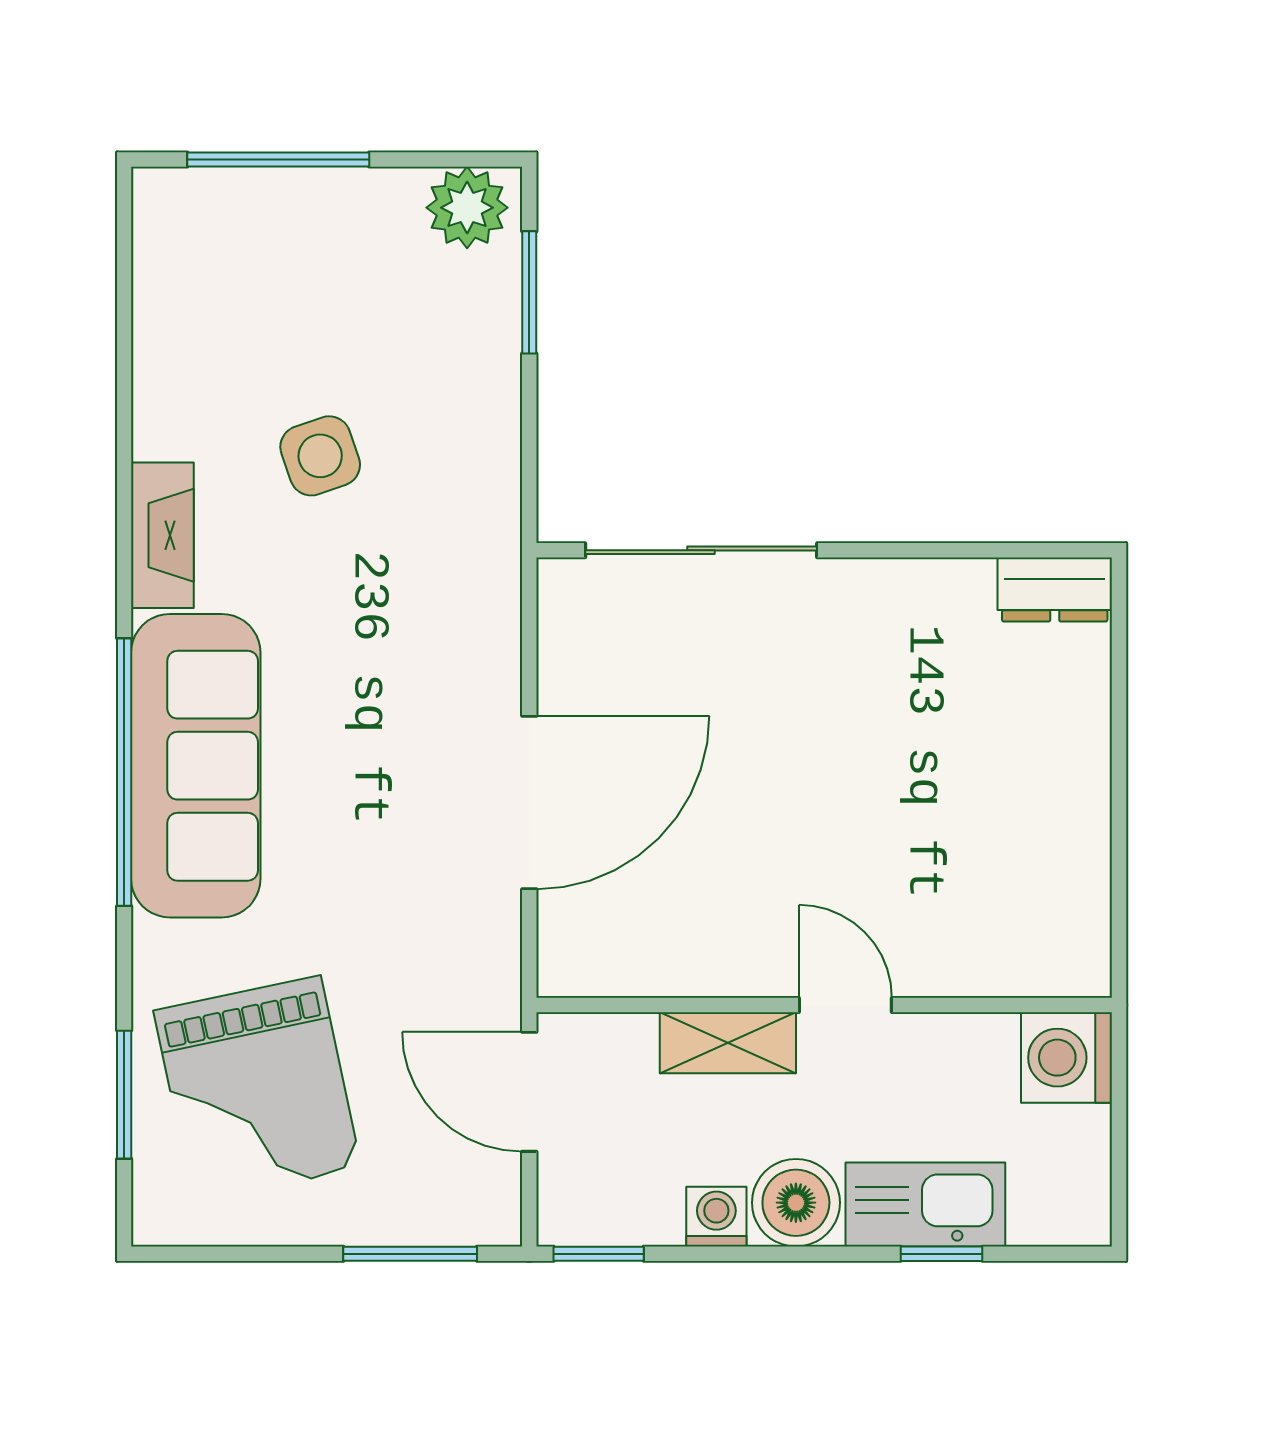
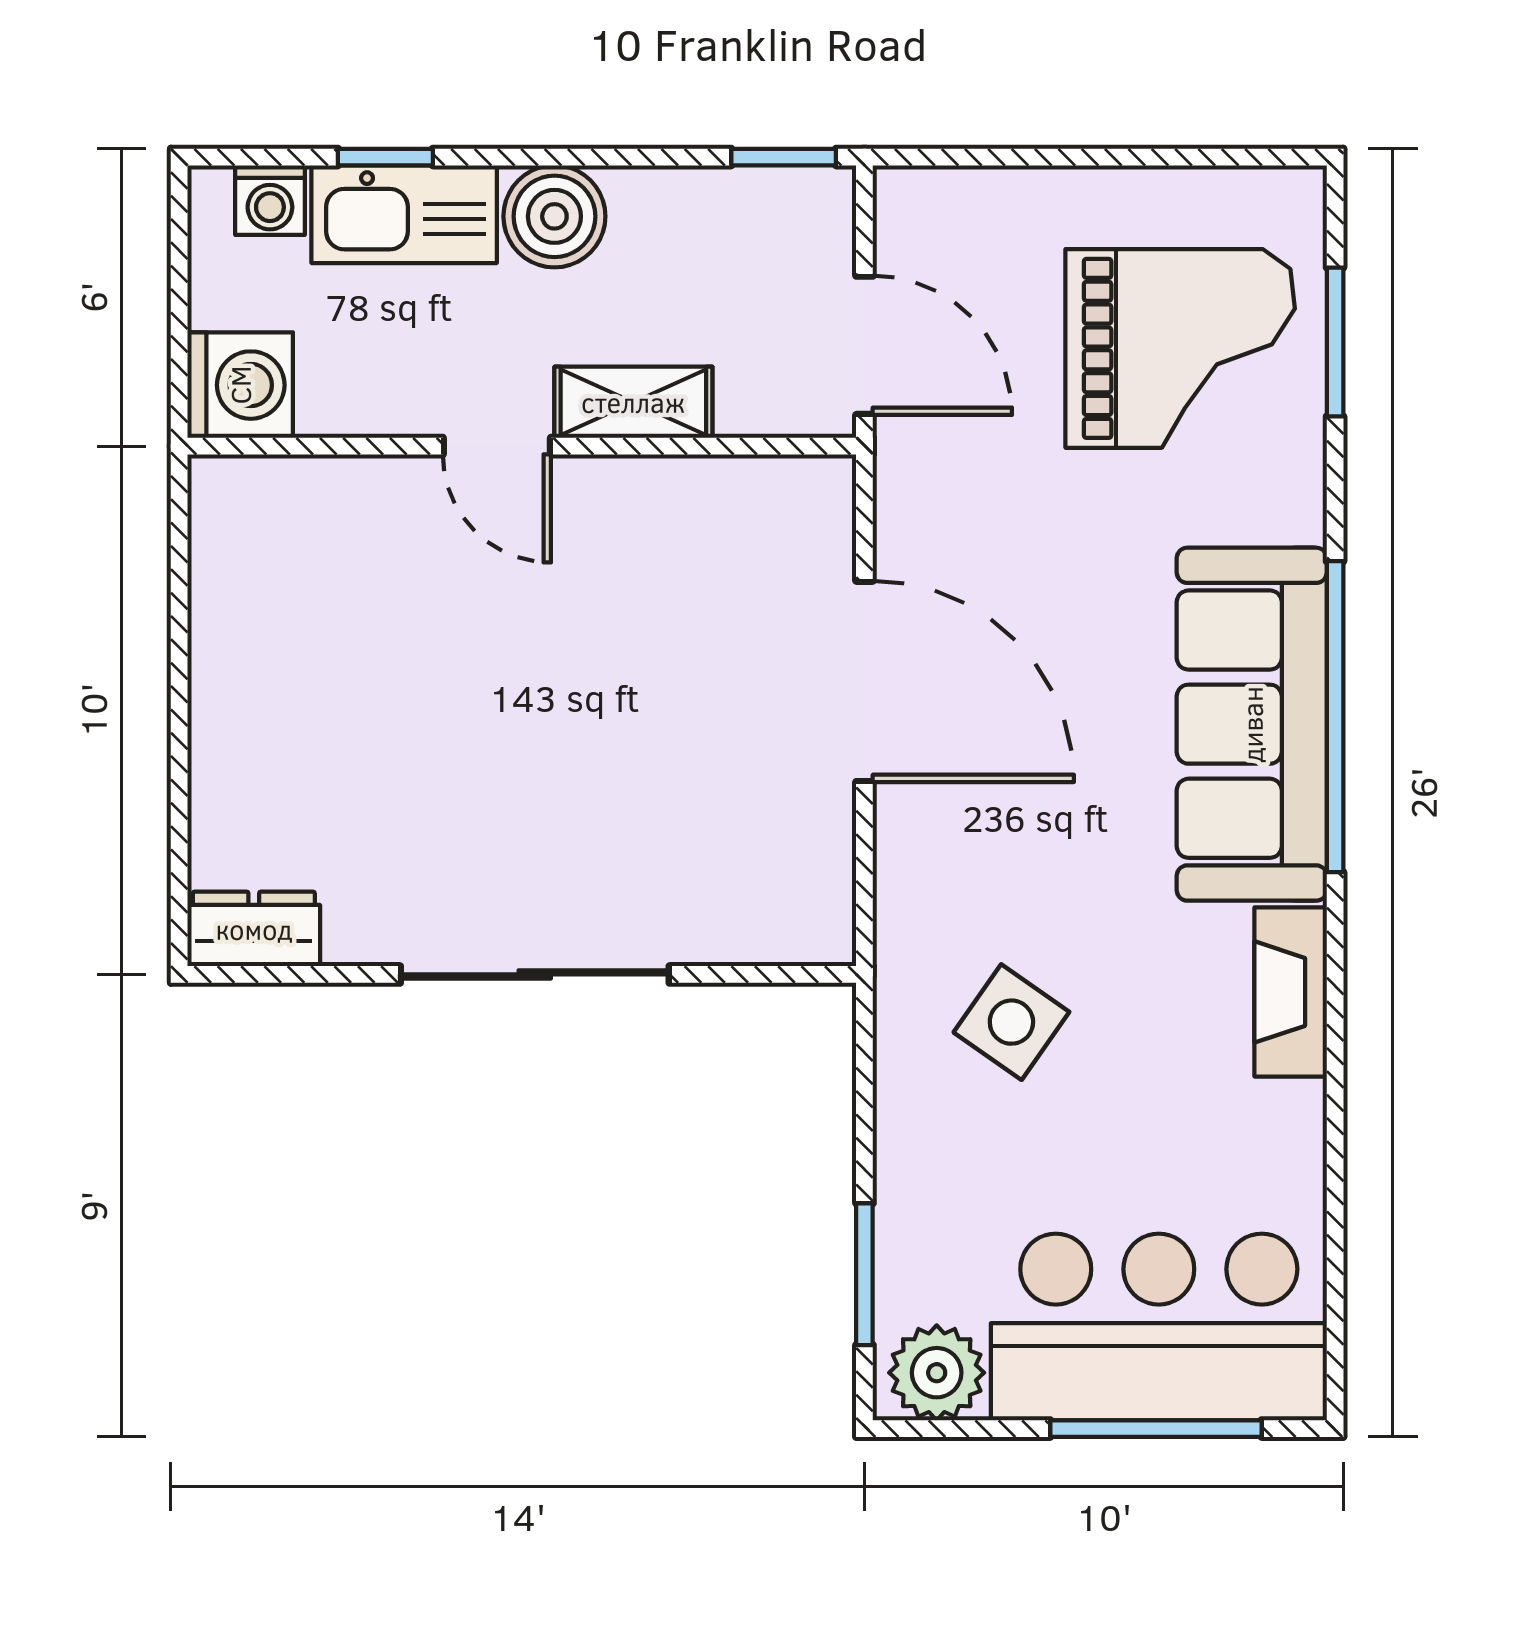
bar counter: (276, 247) -> (1159, 1327), added
side table: (320, 456) -> (1011, 1022), moved, turned -36
sliding door: (701, 550) -> (535, 974), moved
door: (529, 802) -> (864, 681), swing flipped
grand piano: (257, 1089) -> (1180, 348), turned 102
washing machine: (716, 1217) -> (270, 200), moved
window: (410, 1254) -> (1003, 157), removed

